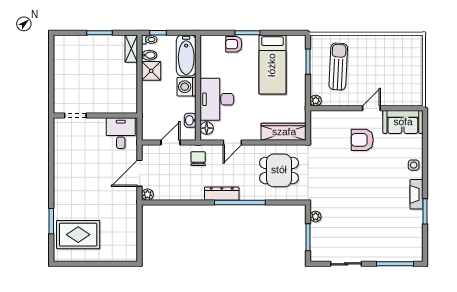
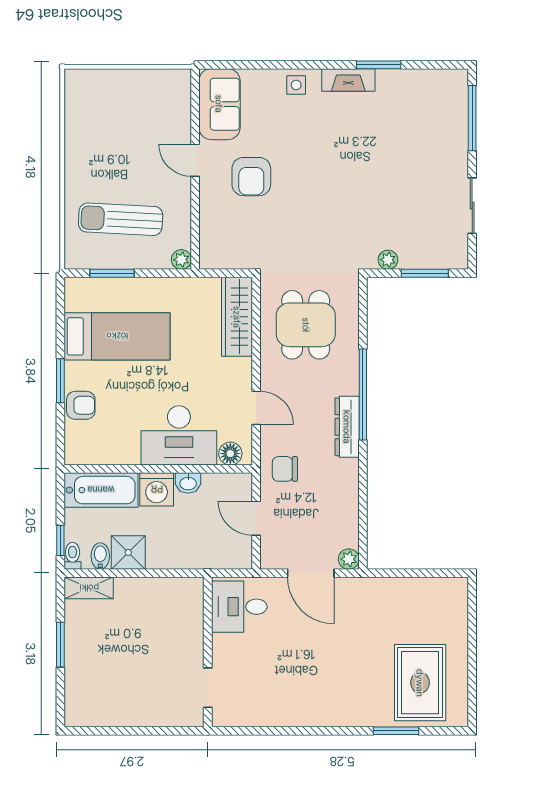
armchair: (234, 44) -> (81, 405), turned -90
washbasin: (190, 120) -> (188, 483), moved

